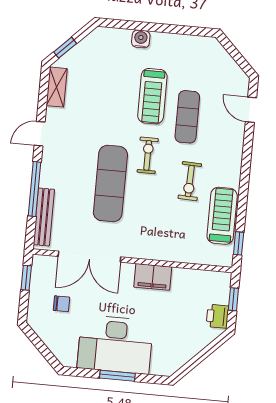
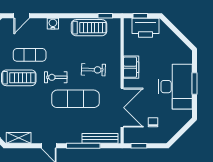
water cooler: (234, 159) -> (53, 24), added
exercise bike: (190, 181) -> (93, 70), moved
treadmill: (222, 216) -> (89, 28), turned 180
printer: (217, 316) -> (146, 28), width x1.87, depth x1.48

